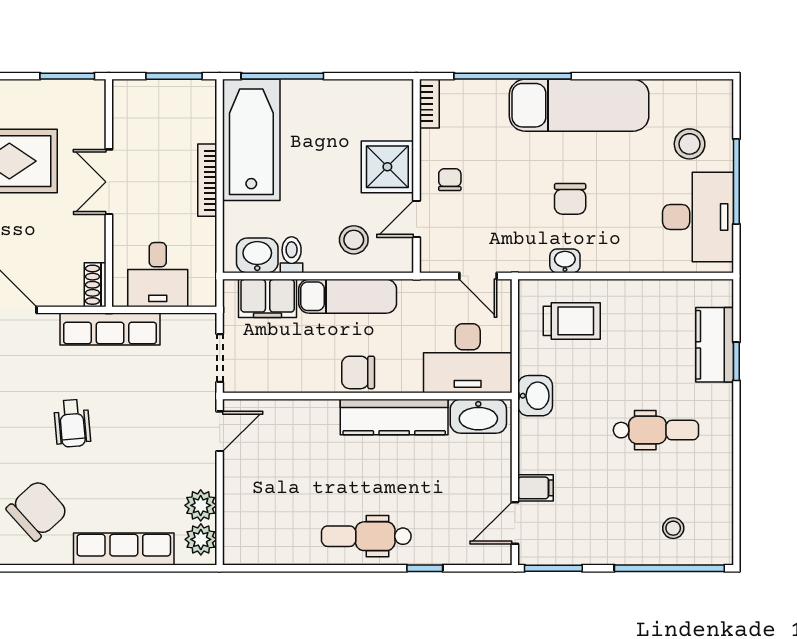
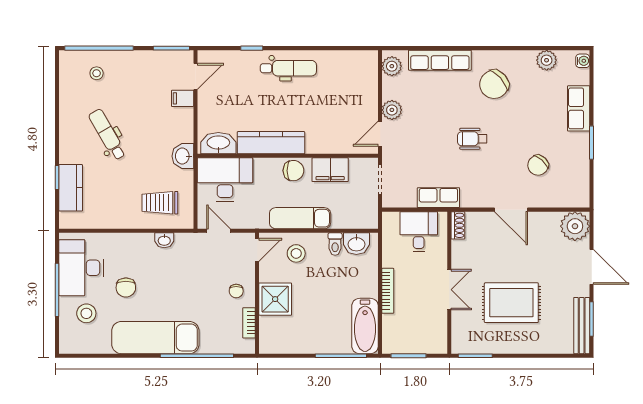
bookcase: (429, 104) -> (249, 323), moved
bathtub: (251, 140) -> (365, 326), width x0.73, depth x0.73
chair: (570, 199) -> (126, 288), moved, turned 180
door: (416, 219) -> (257, 250), moved
filing cabinet: (268, 298) -> (330, 170), moved, turned 180
row of seats: (110, 329) -> (438, 198), width x0.68
wheelchair: (72, 423) -> (472, 139), turned -85
dental chair: (656, 430) -> (107, 135), turned 60
plant: (201, 505) -> (392, 110), moved

